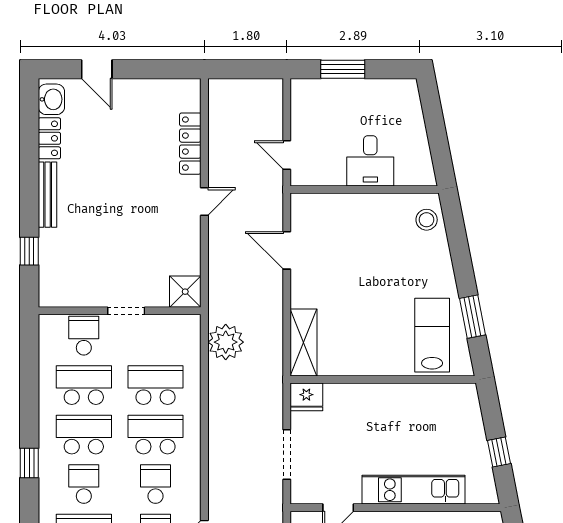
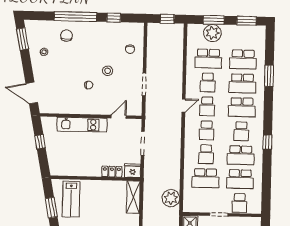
locker: (349, 394) -> (112, 172), added
school desk: (156, 435) -> (206, 154), width x0.54

